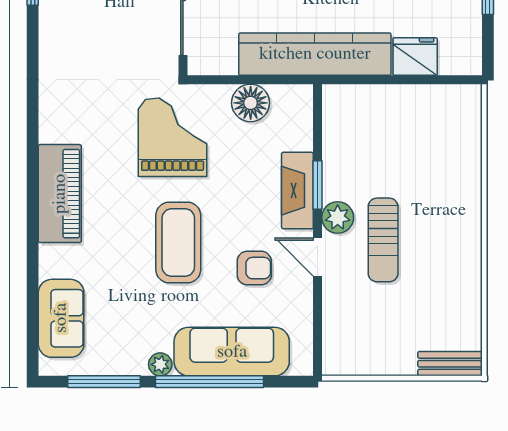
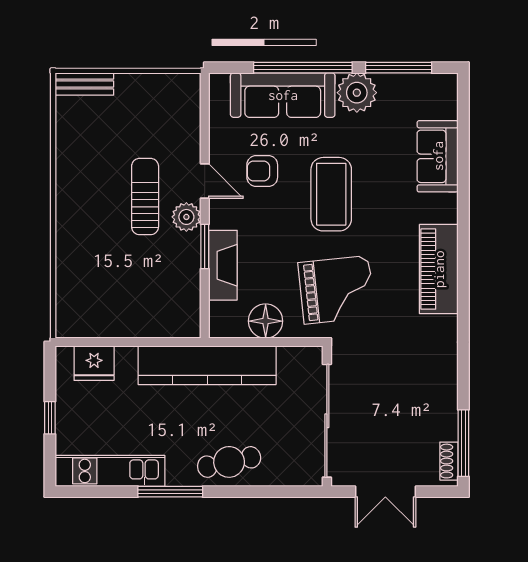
fridge: (415, 56) -> (94, 363), moved
grand piano: (173, 137) -> (336, 290), turned -96
fireplace: (297, 191) -> (223, 265), moved
piano: (60, 194) -> (439, 269), moved
sofa: (61, 318) -> (438, 156), moved
plant: (160, 364) -> (357, 93), width x1.88, depth x1.88

